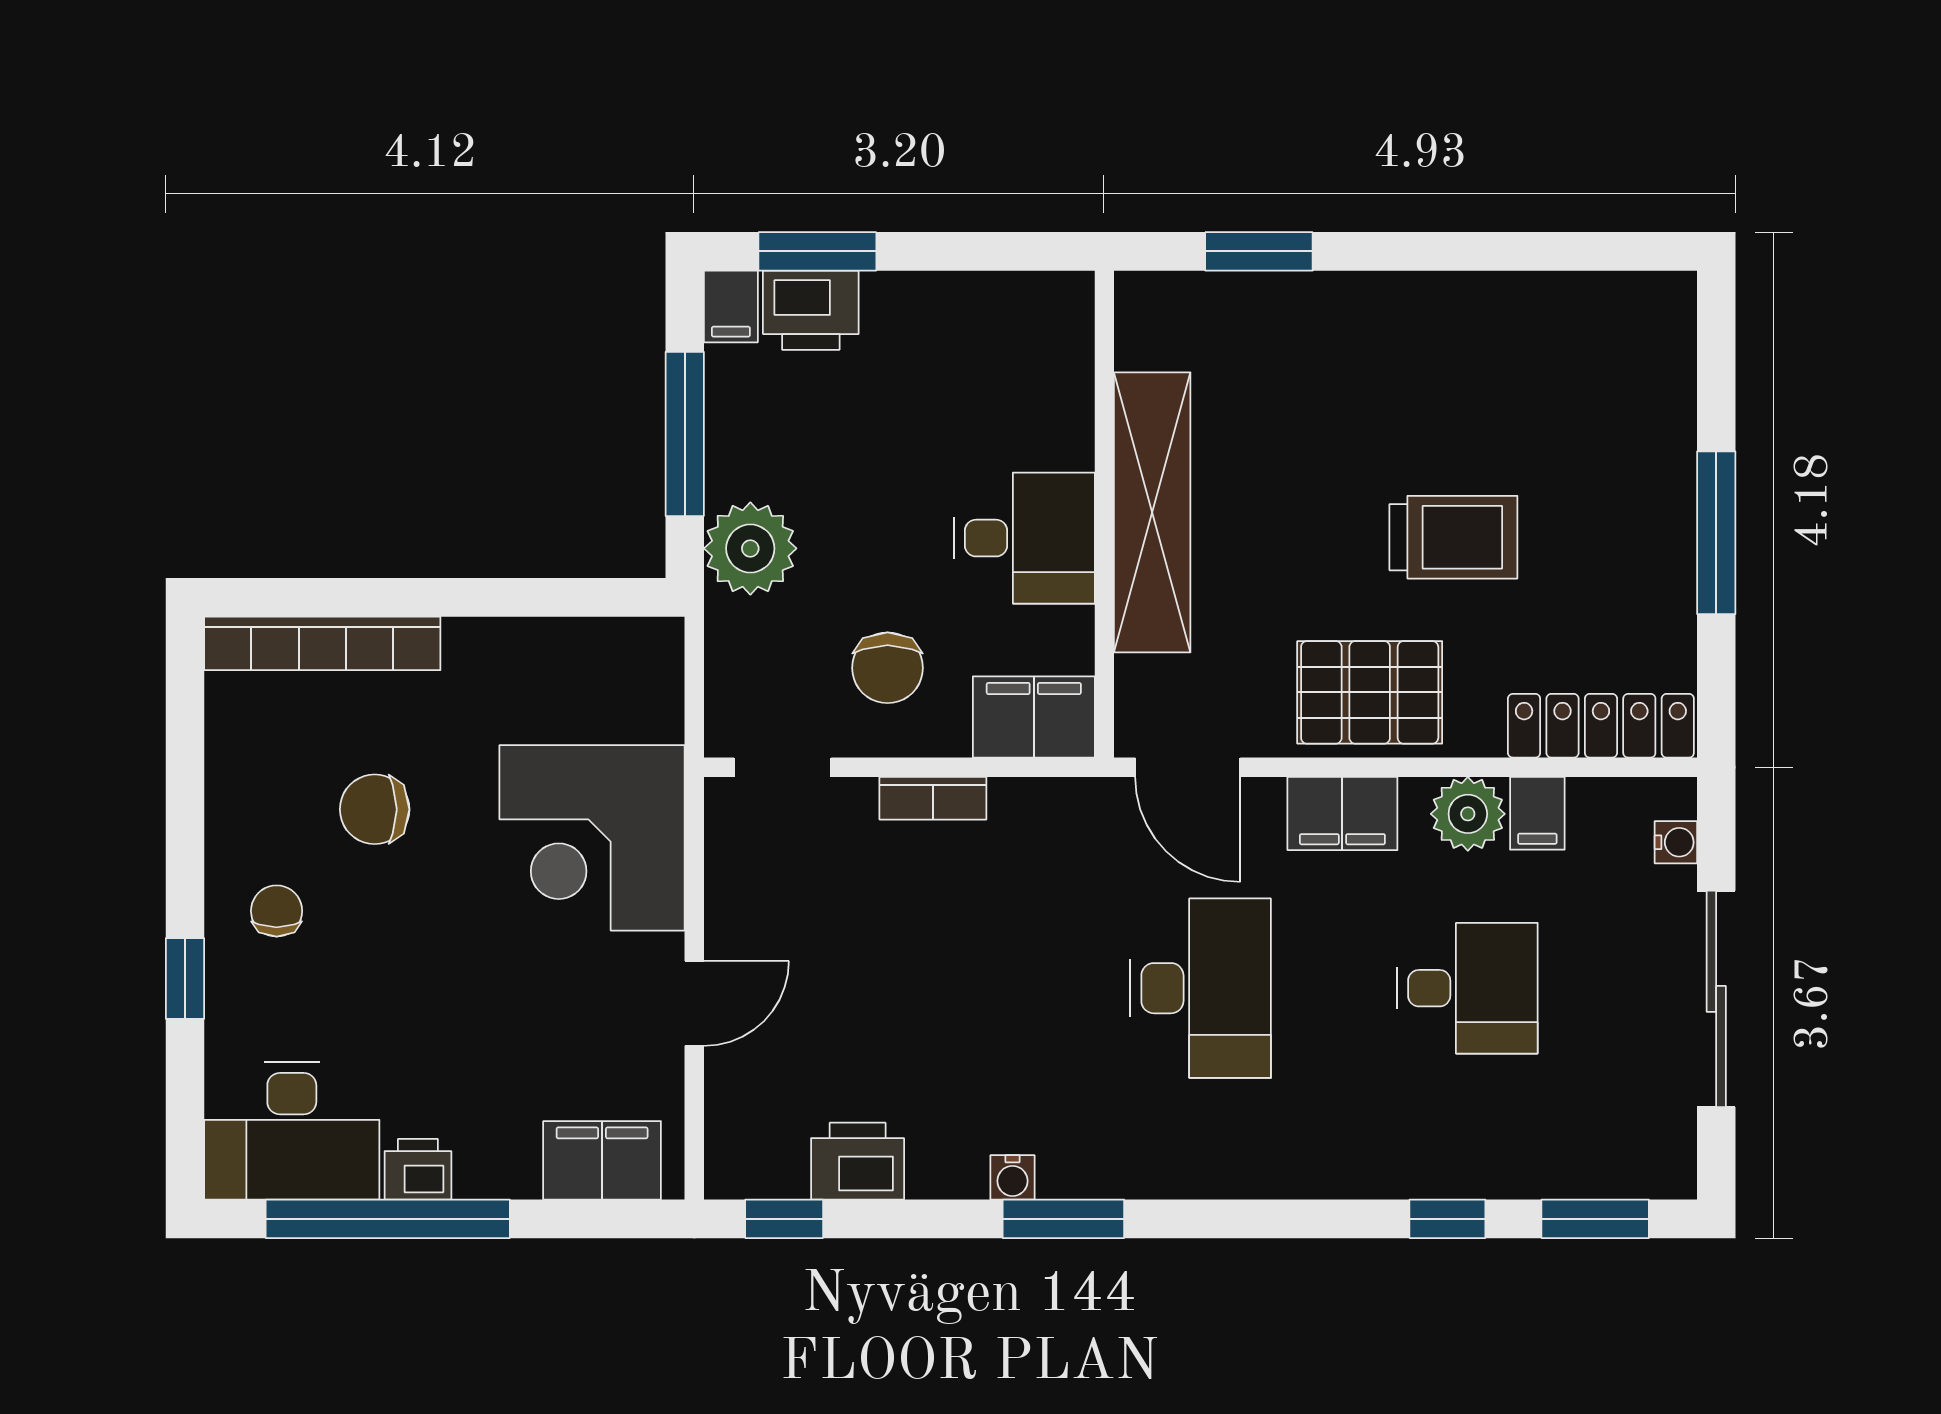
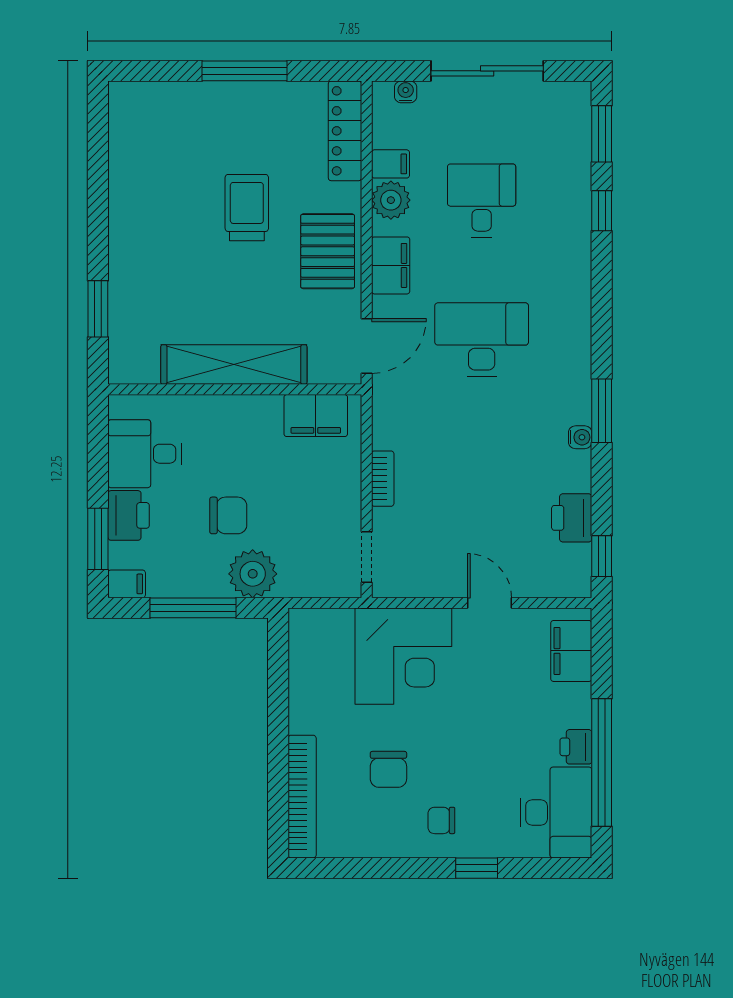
printer: (811, 310) -> (129, 515), moved
desk: (1024, 538) -> (145, 454), moved, turned -90
chair: (888, 668) -> (228, 515), moved
filing cabinet: (1034, 717) -> (316, 416), moved, turned -90

